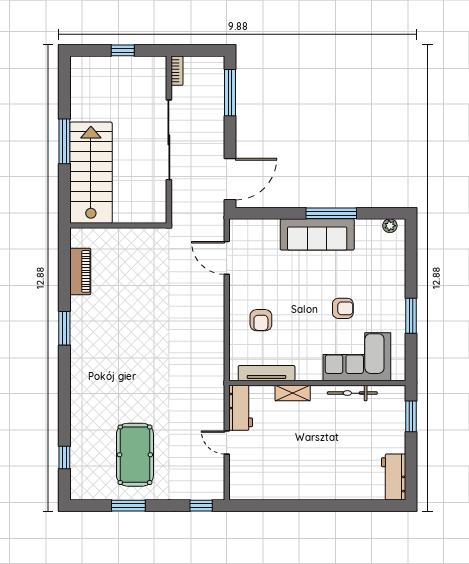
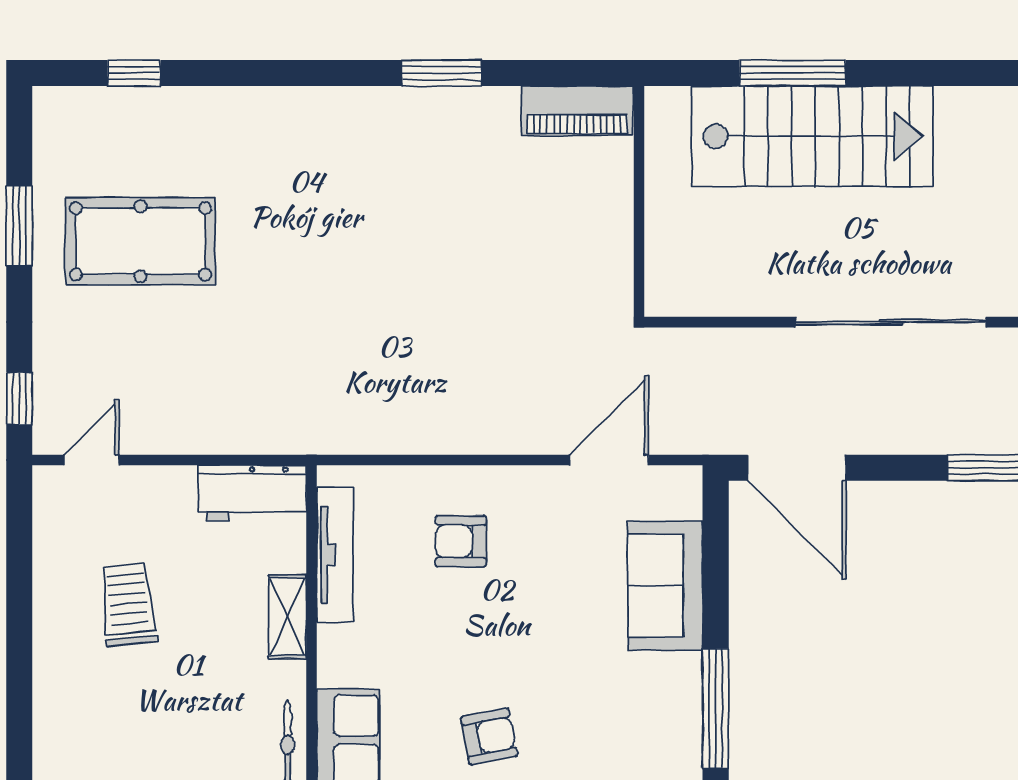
window: (64, 141) -> (793, 73), moved
wall: (118, 226) -> (639, 201), moved
sofa: (317, 234) -> (665, 586), moved, width x0.73
armchair: (343, 308) -> (489, 736), turned -101
door: (227, 442) -> (91, 460), moved
trolley: (287, 460) -> (128, 604), added

